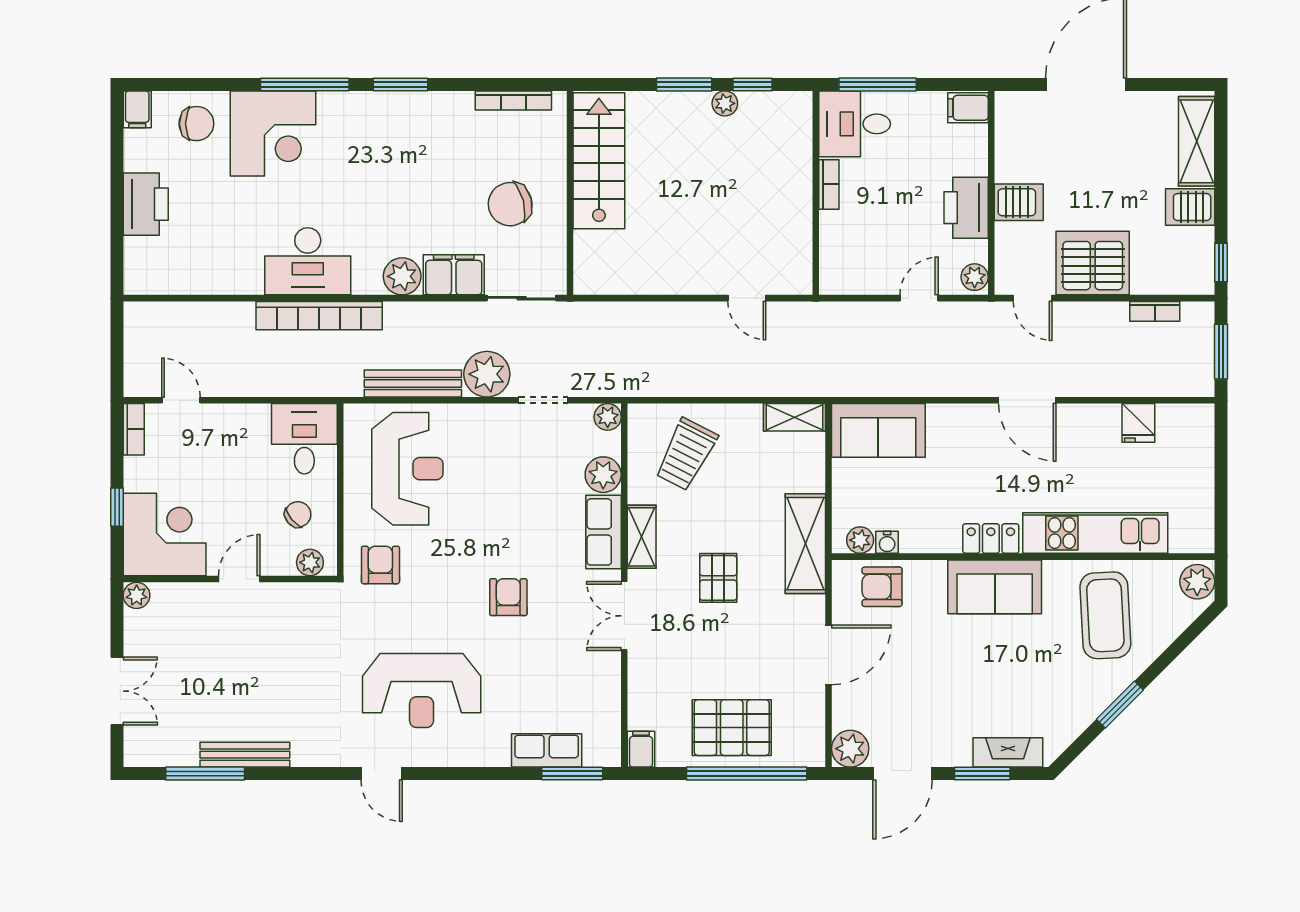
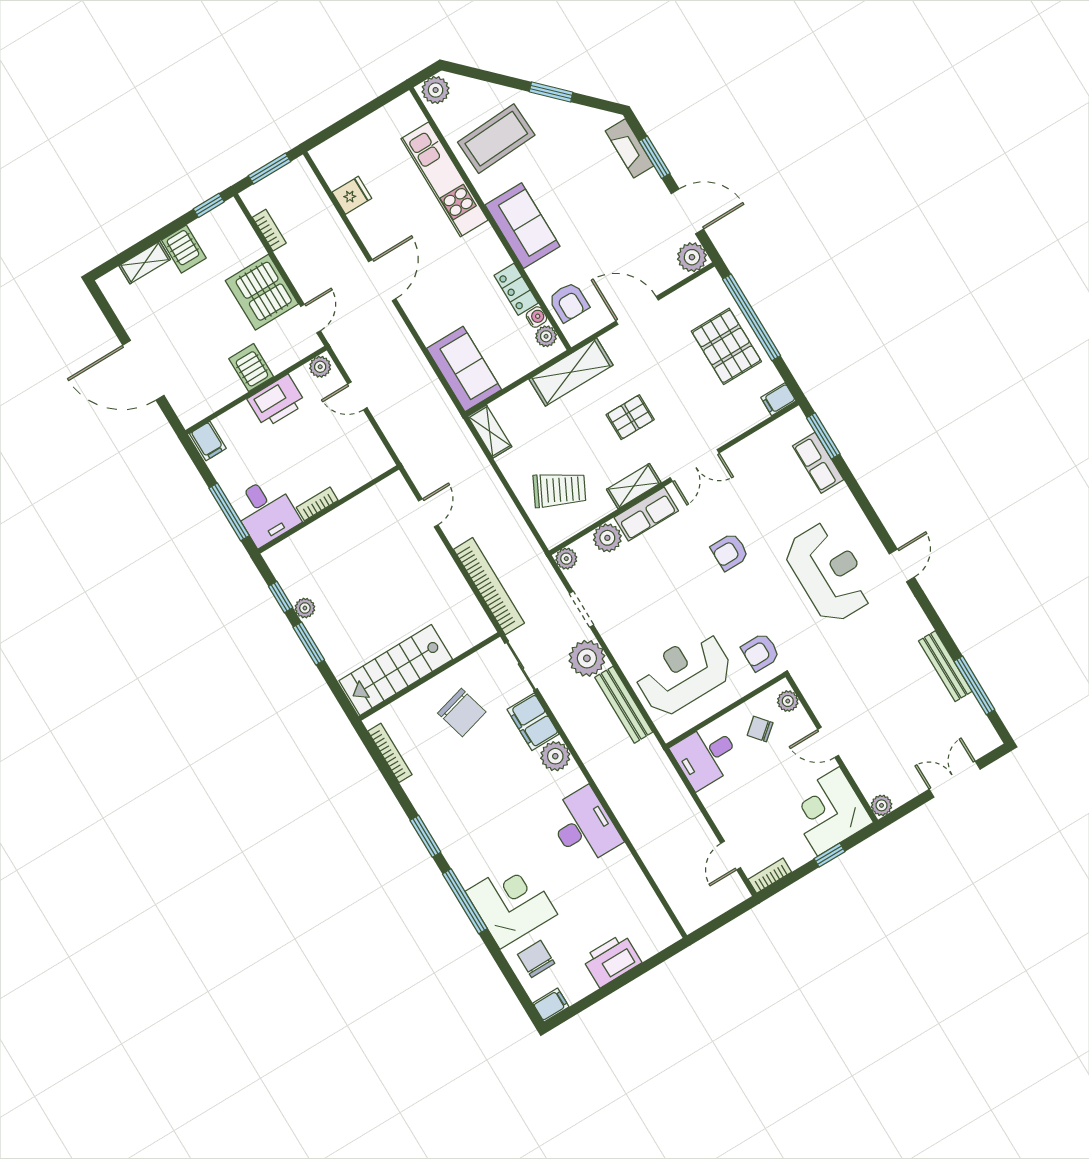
shelving: (1197, 141) -> (145, 263), width x0.67, depth x0.75
bookcase: (319, 316) -> (489, 586), moved
locker: (991, 539) -> (516, 289), moved

